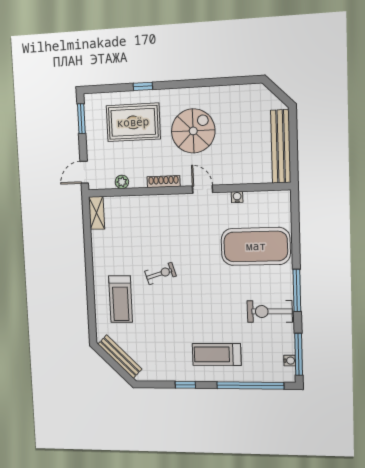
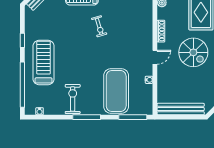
treadmill: (217, 354) -> (44, 63), width x1.37, depth x1.38
window: (299, 354) -> (133, 117), moved

